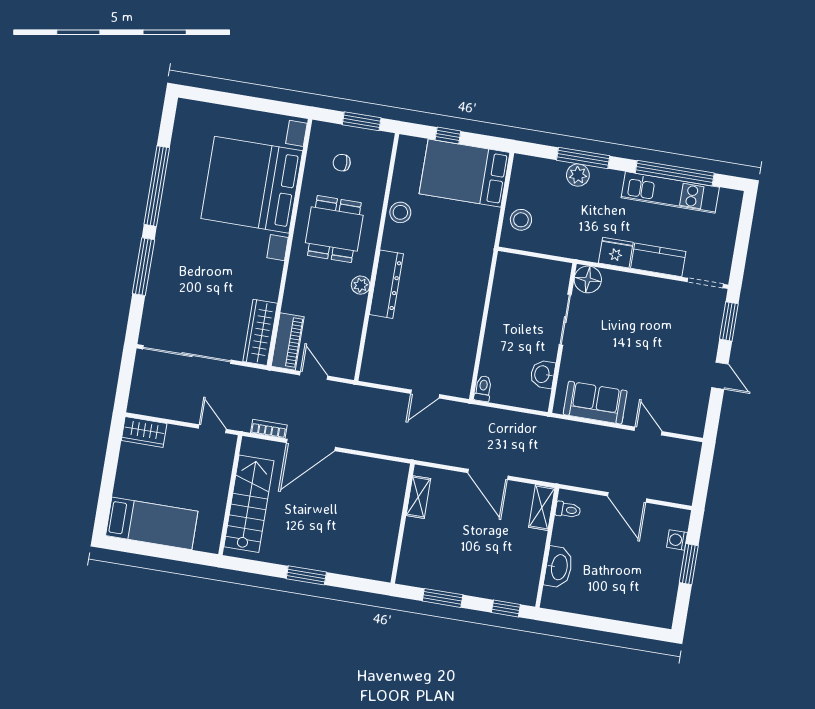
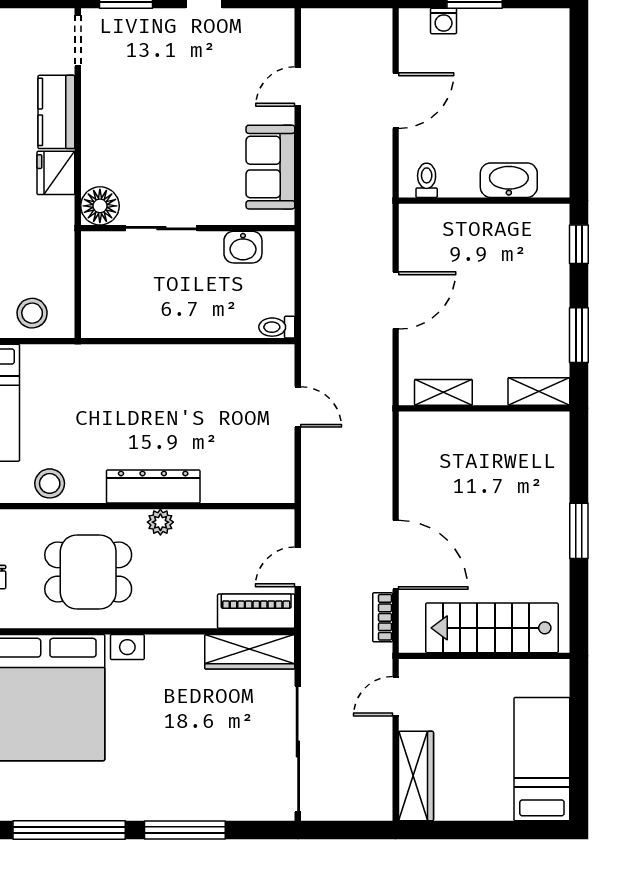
wardrobe: (144, 432) -> (416, 776), width x1.50
shelving: (542, 507) -> (539, 391), moved

